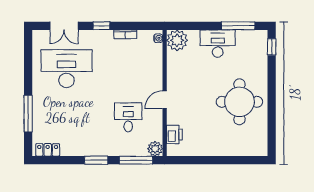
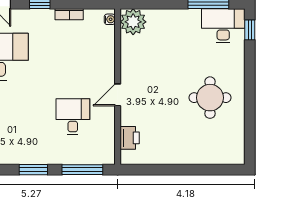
desk: (218, 44) -> (223, 26), moved
round table: (239, 102) -> (210, 98), width x0.73, depth x0.73
plant: (155, 149) -> (106, 155), removed

